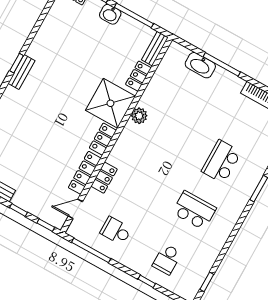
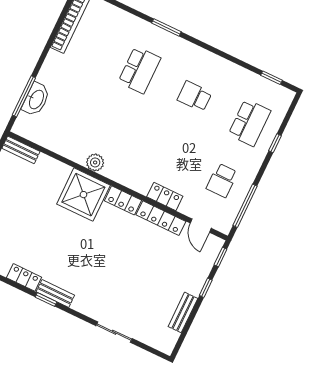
window: (222, 64) -> (24, 96), moved
locker: (138, 76) -> (24, 277), moved, turned 180
school desk: (221, 162) -> (139, 70), turned -90
school desk: (194, 210) -> (195, 96), width x0.54
school desk: (167, 259) -> (250, 123), width x1.85

